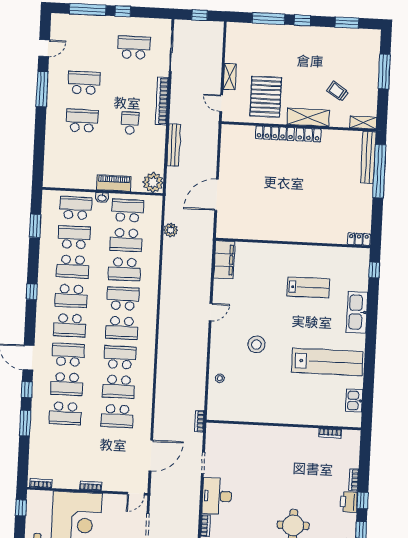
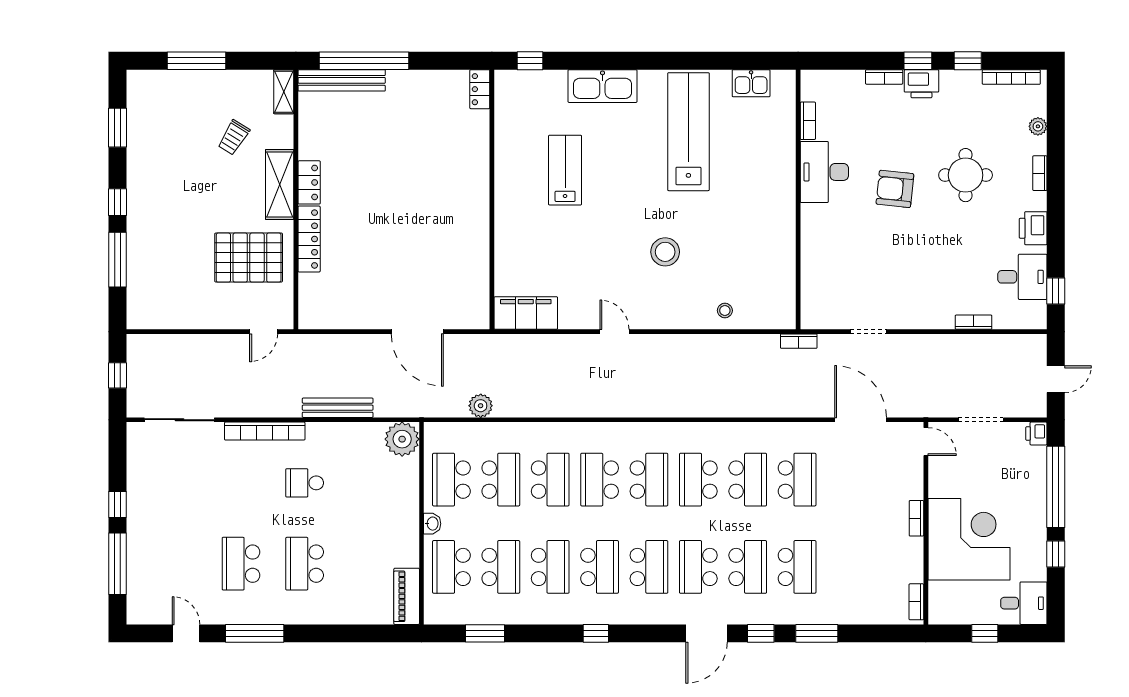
school desk: (134, 47) -> (177, 483), removed
shelving: (230, 77) -> (218, 320), removed
piano: (114, 183) -> (407, 596), moved
school desk: (74, 237) -> (501, 567), turned 180
armchair: (287, 483) -> (895, 189), added
desk: (217, 496) -> (824, 172), moved, turned 90
window: (21, 508) -> (985, 633), moved

